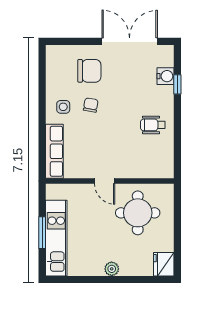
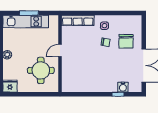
wheelchair: (153, 125) -> (94, 79), removed

